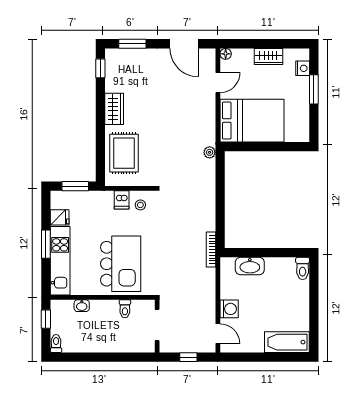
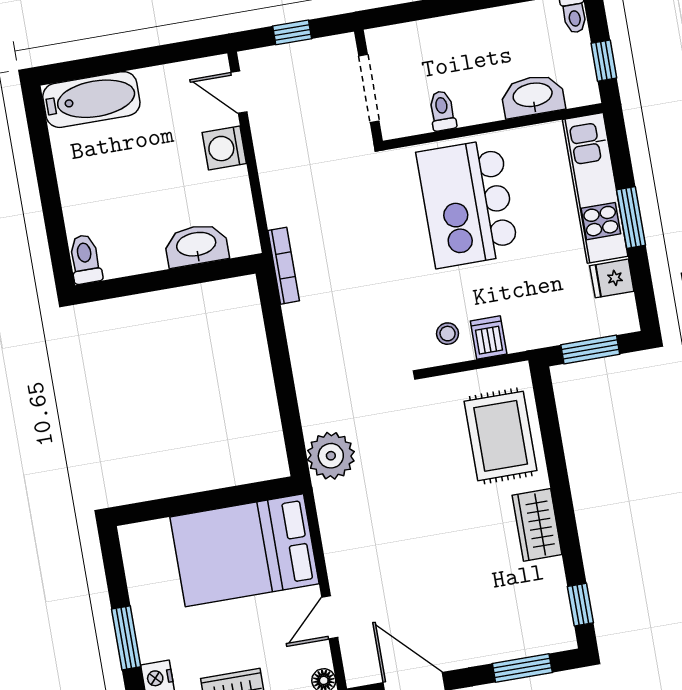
plant: (210, 152) -> (331, 456), width x1.87, depth x1.87
washbasin: (82, 306) -> (533, 96), width x1.91, depth x1.45

